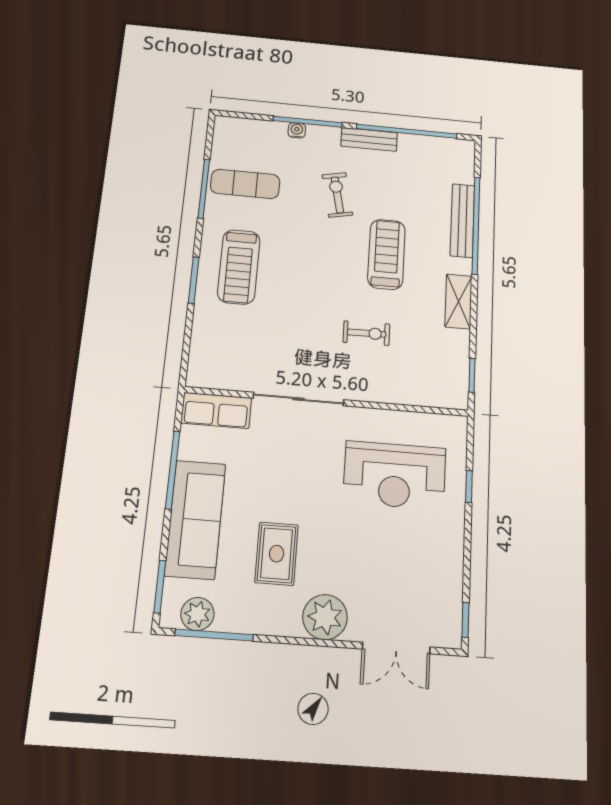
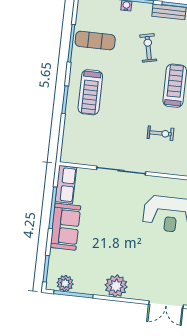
row of seats: (216, 410) -> (66, 184), moved, turned -90
sofa: (195, 519) -> (65, 227), width x0.73
rug: (277, 554) -> (106, 254), removed
plant: (325, 617) -> (116, 286), moved

